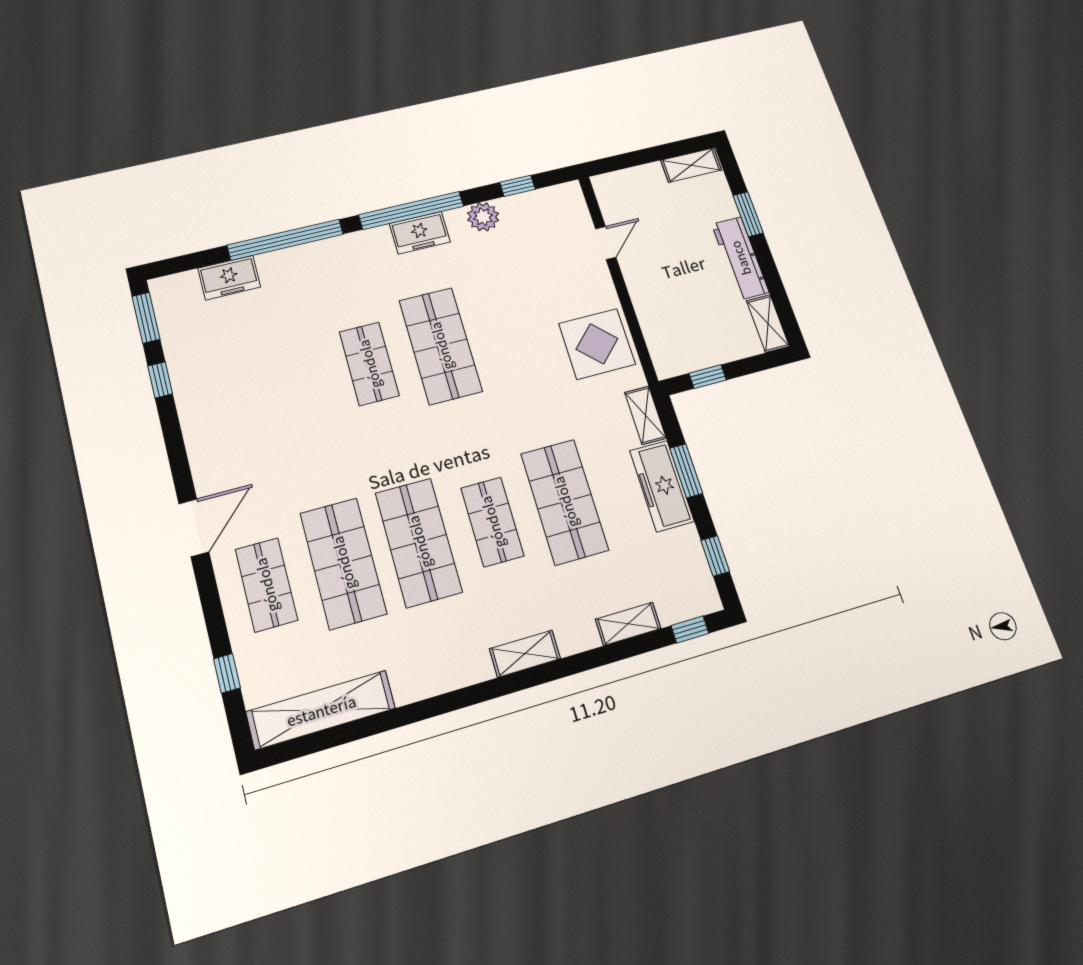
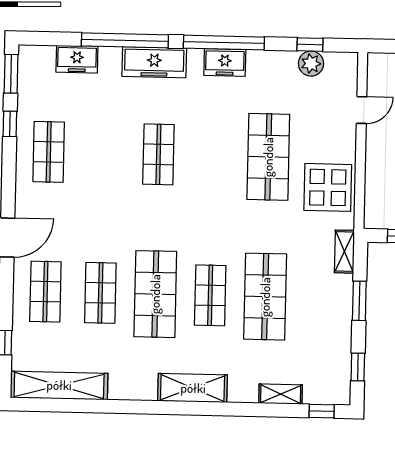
plant: (483, 217) -> (311, 64), moved
shop shelf: (441, 346) -> (268, 157), moved
shop shelf: (222, 401) -> (49, 152), added
freezer: (662, 486) -> (154, 62), moved, turned -90
shop shelf: (343, 563) -> (100, 293), width x0.70, depth x0.74
shelving: (525, 654) -> (193, 388), width x1.50, depth x1.33

